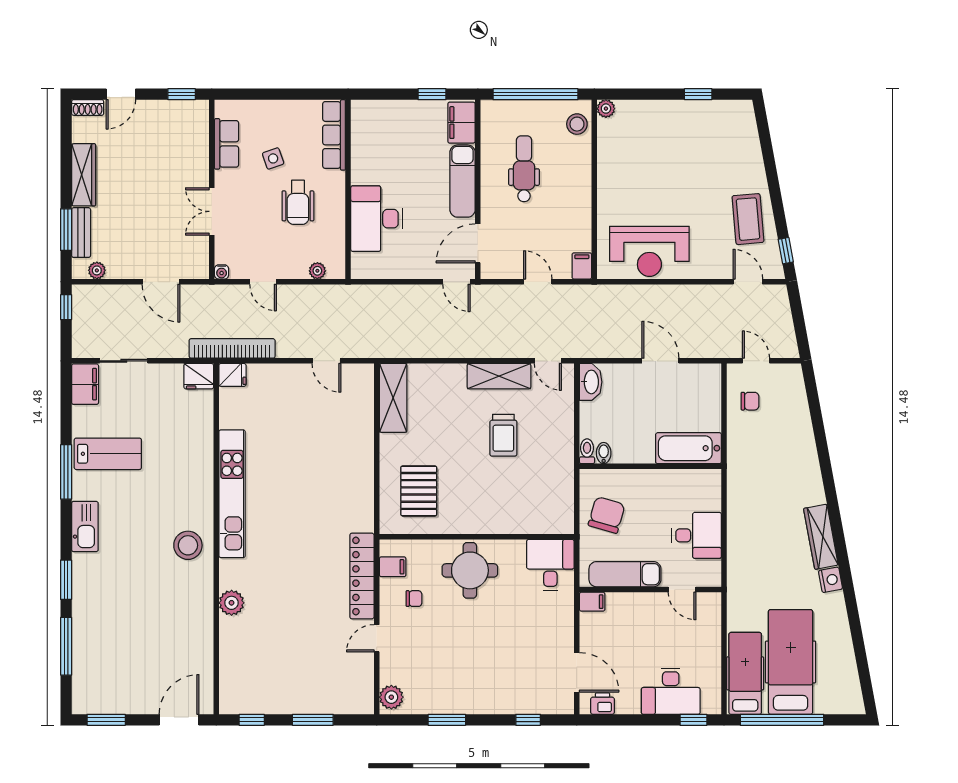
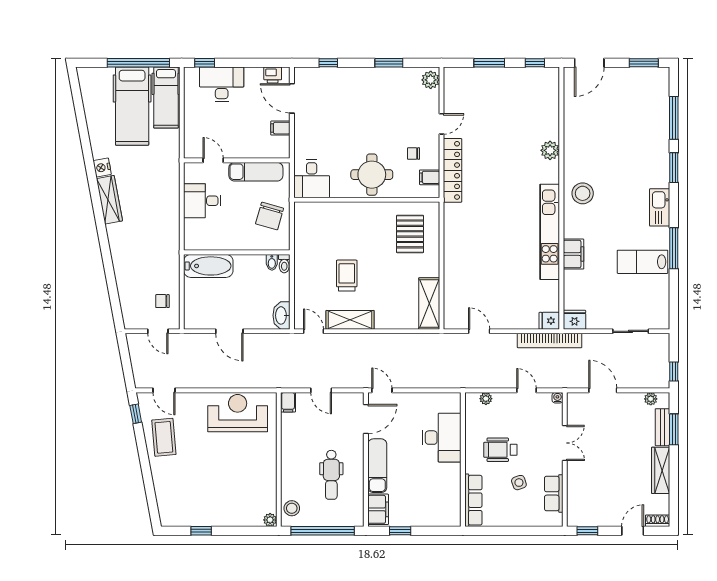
wheelchair: (298, 202) -> (500, 450), turned -90
filing cabinet: (85, 384) -> (574, 254), moved, turned 180
filing cabinet: (592, 602) -> (280, 128), moved

